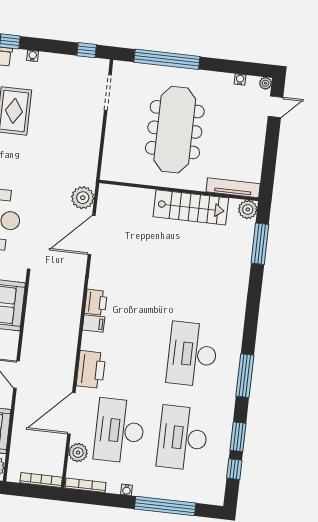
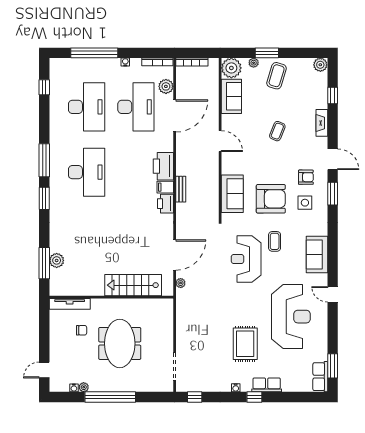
window: (167, 59) -> (110, 397), moved
plant: (265, 83) -> (84, 387), moved
meeting table: (175, 130) -> (120, 343), width x0.73
chair: (222, 152) -> (82, 330), added
plant: (83, 198) -> (181, 283), width x0.53, depth x0.53
stairs: (191, 207) -> (133, 285), moved
plant: (248, 209) -> (57, 260), moved
bench: (74, 319) -> (181, 189), added
printer: (91, 370) -> (163, 166), moved
window: (238, 437) -> (44, 198), moved

